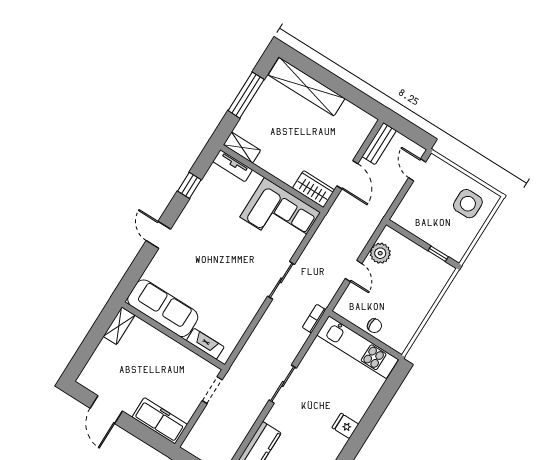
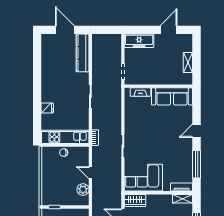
window: (189, 185) -> (197, 164), width x2.17
door: (158, 235) -> (197, 131), swing flipped
shelving: (119, 326) -> (188, 63), moved
door: (106, 410) -> (169, 30), hinge flipped
fridge: (345, 426) -> (47, 108), moved

